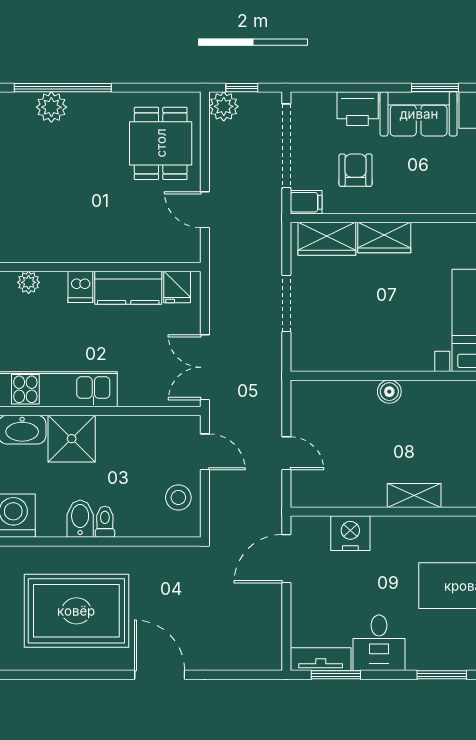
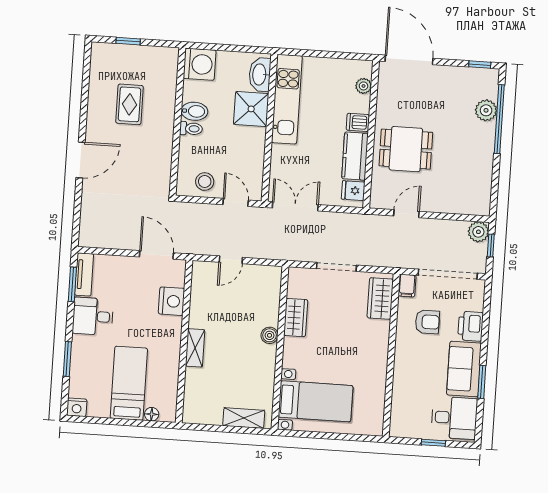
dining table: (161, 143) -> (406, 149), moved
wardrobe: (384, 238) -> (296, 318), moved, turned 180
door: (205, 452) -> (236, 202), swing flipped
rug: (76, 611) -> (129, 104), width x0.54, depth x0.49

